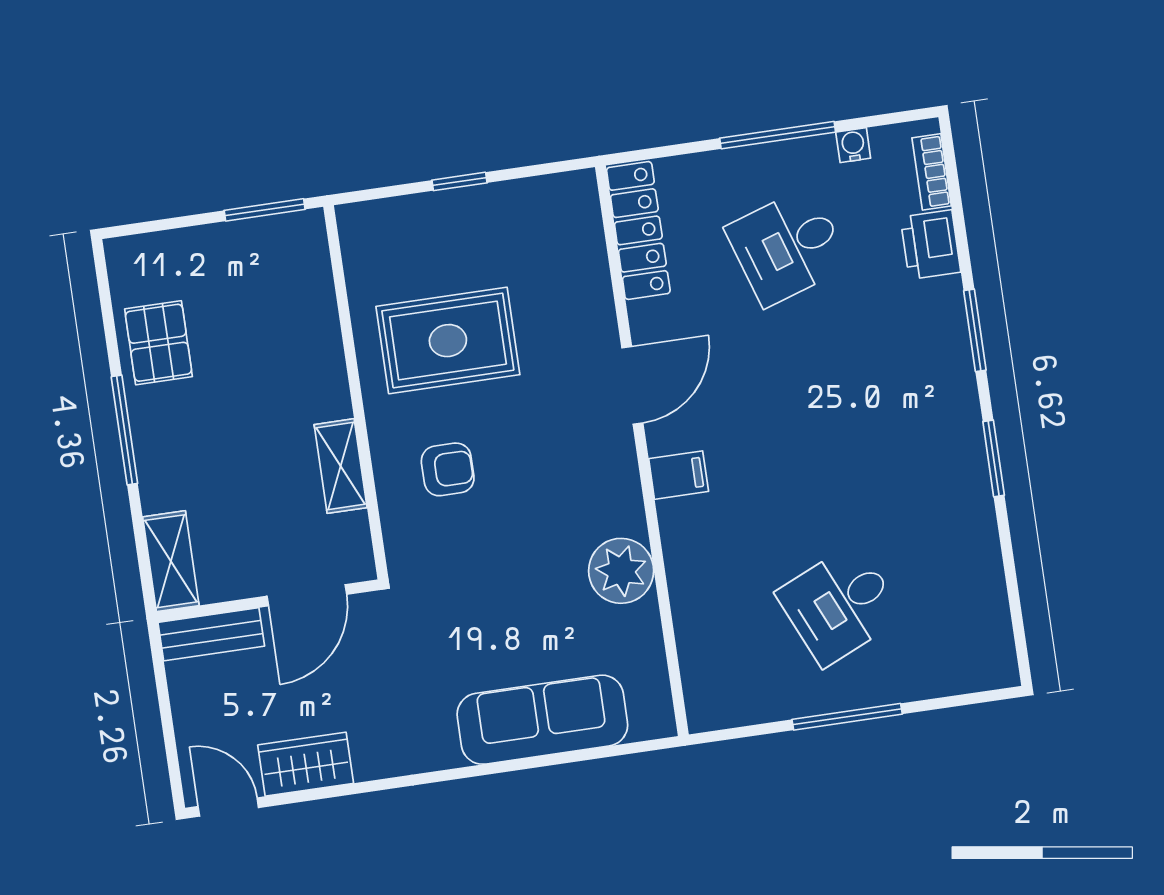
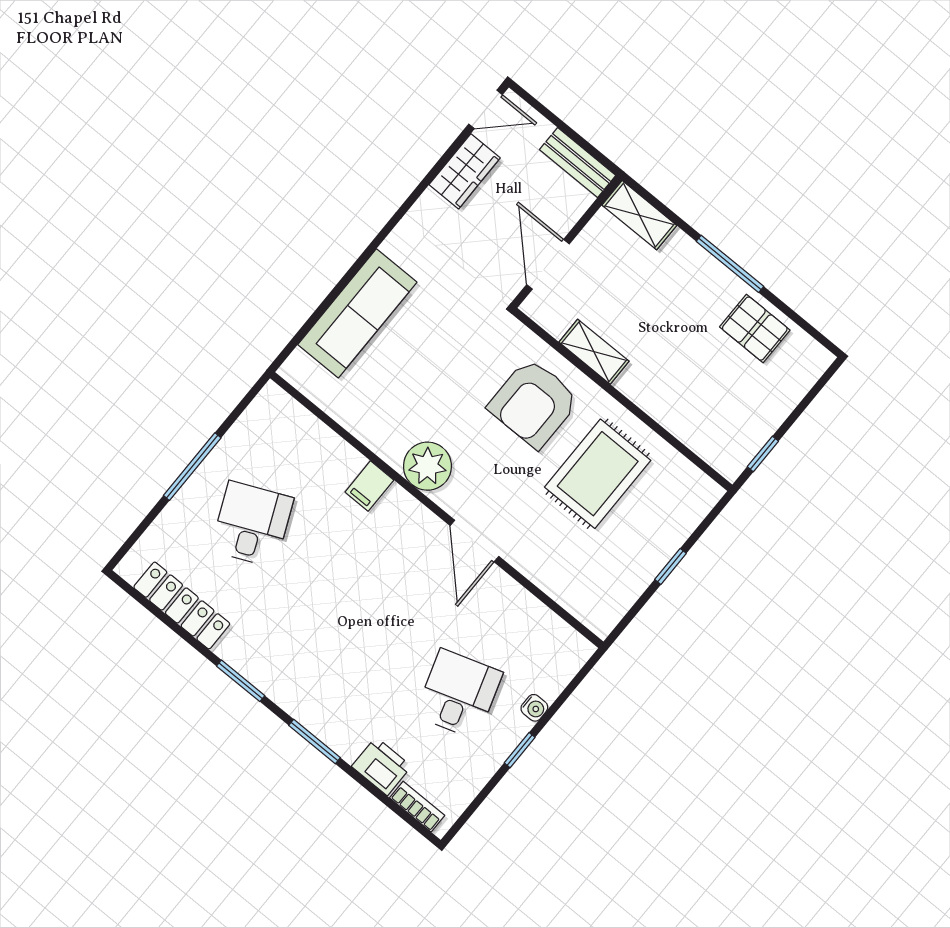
window: (778, 135) -> (520, 750), width x0.46
water cooler: (853, 145) -> (534, 708), moved
window: (265, 210) -> (763, 454), width x0.67
locker: (638, 230) -> (182, 605), moved, turned 180
armchair: (448, 469) -> (534, 403), width x1.88, depth x1.88
filing cabinet: (679, 475) -> (369, 486), moved
plant: (621, 571) -> (427, 466), moved
bench: (211, 634) -> (578, 163), moved, turned 90

